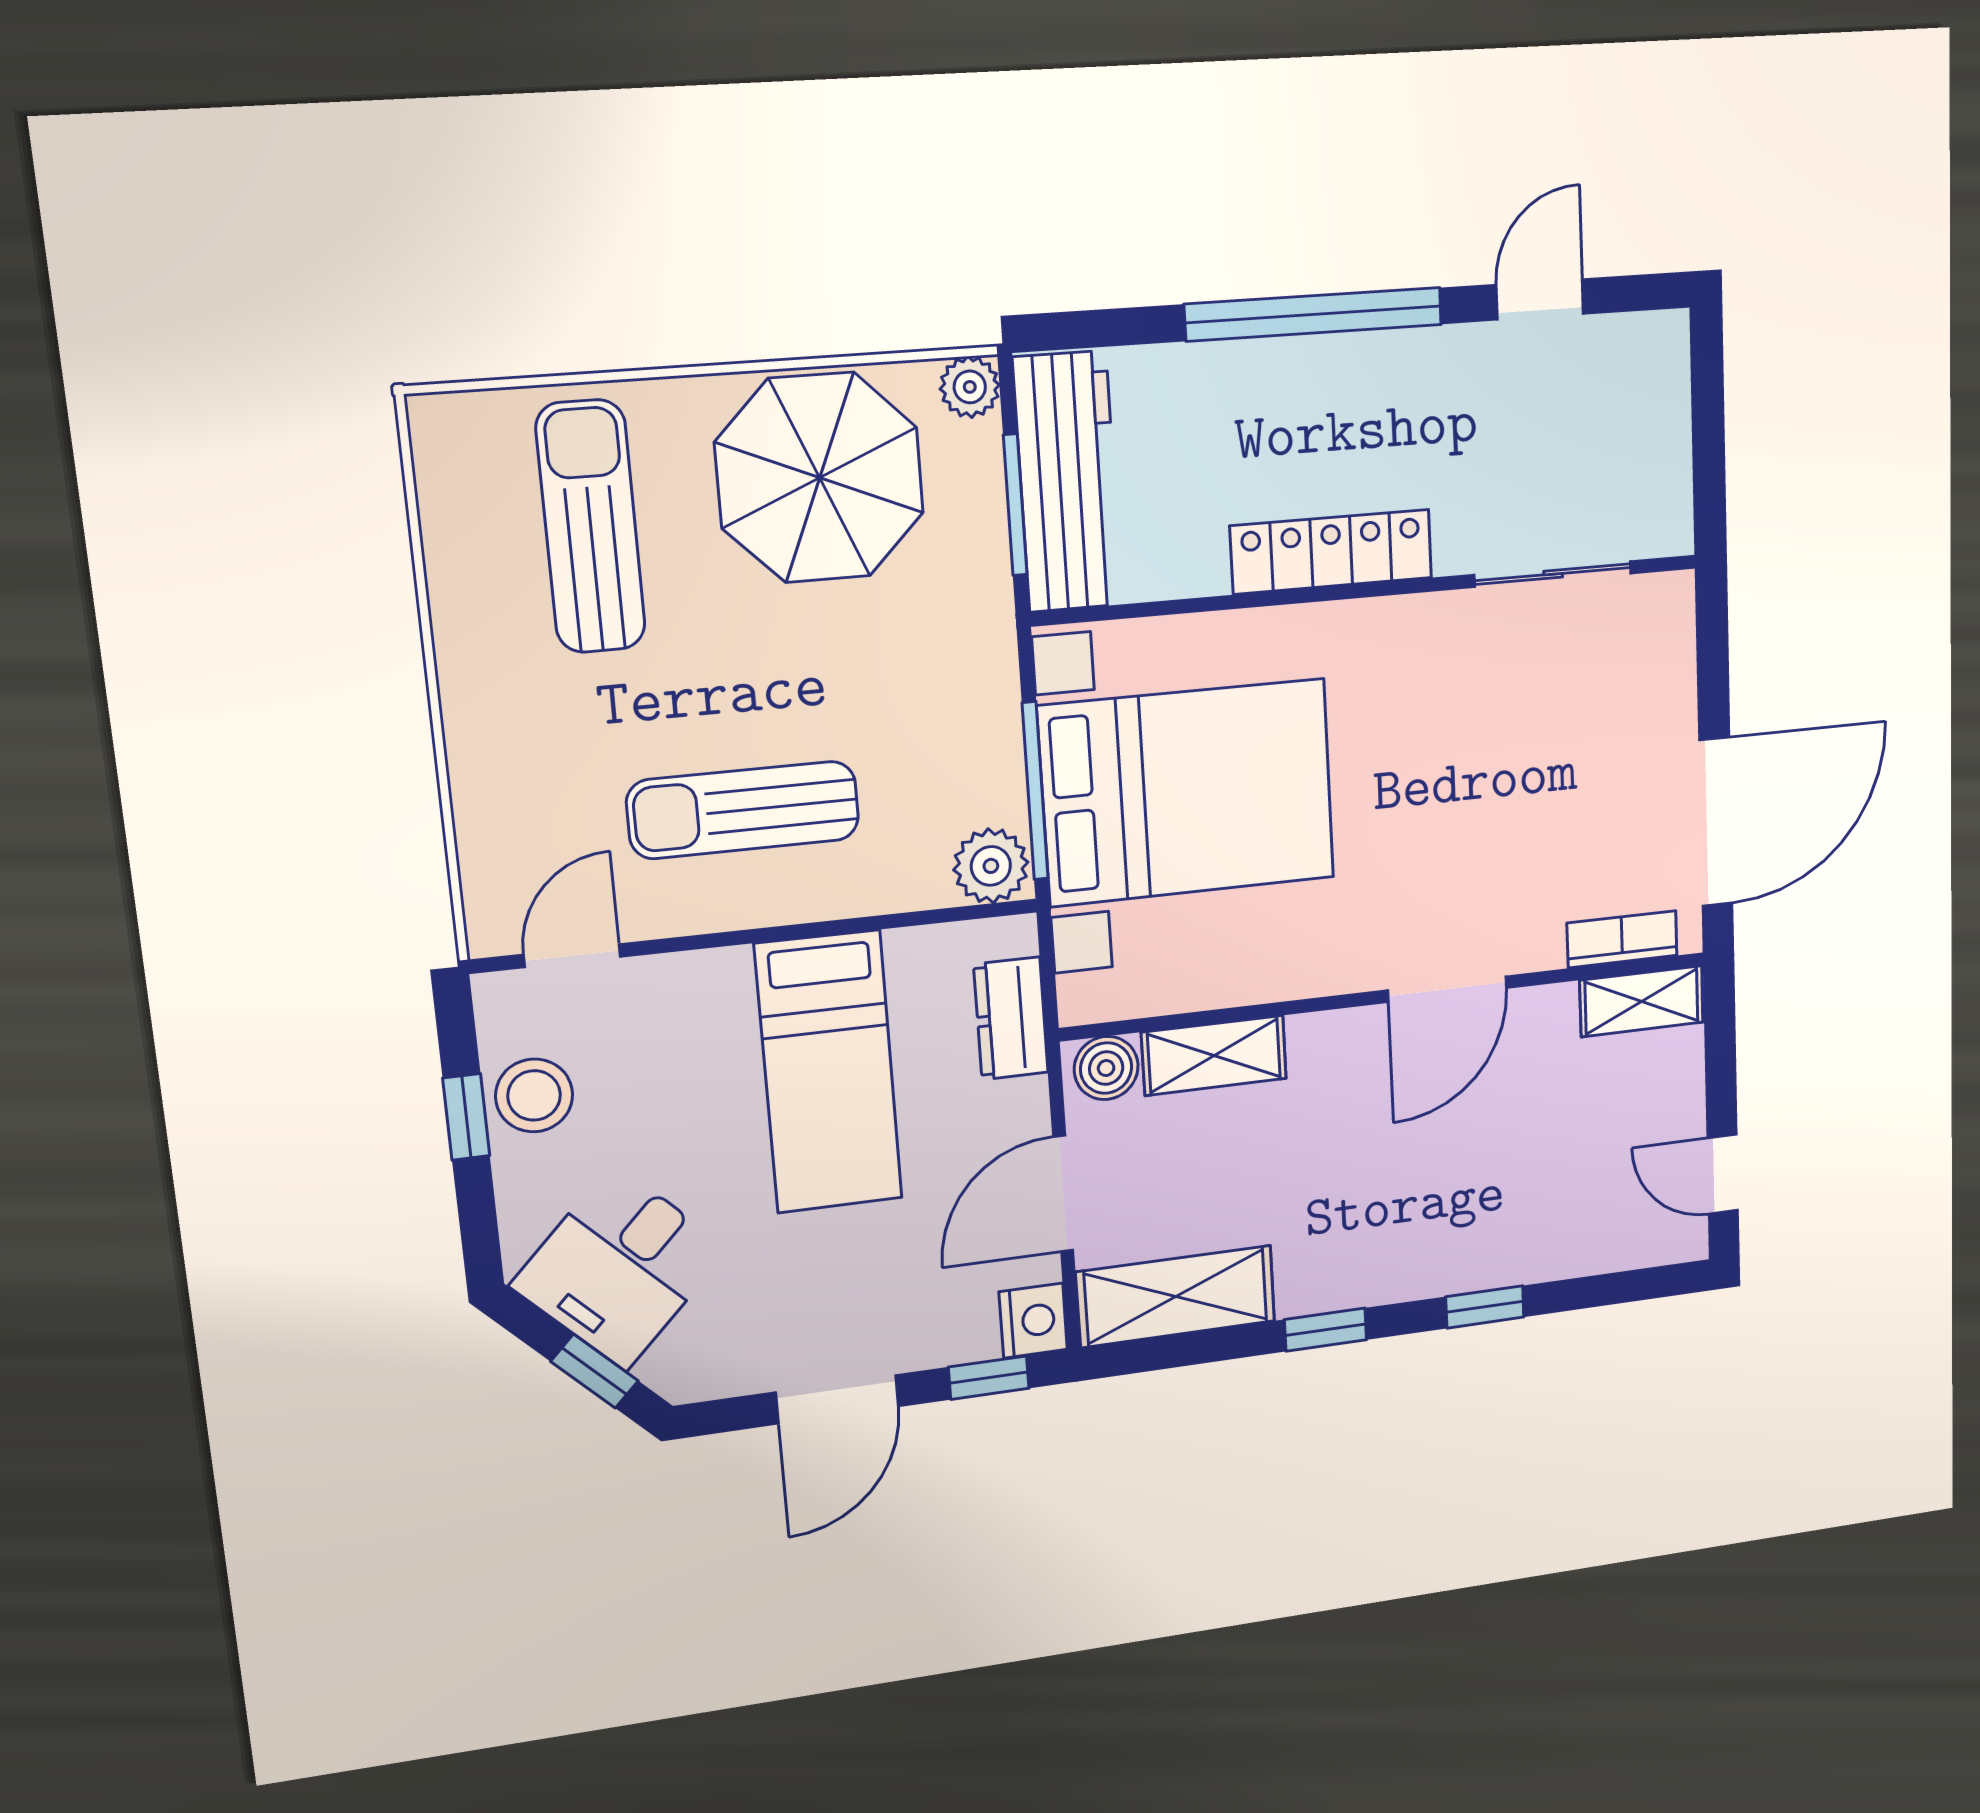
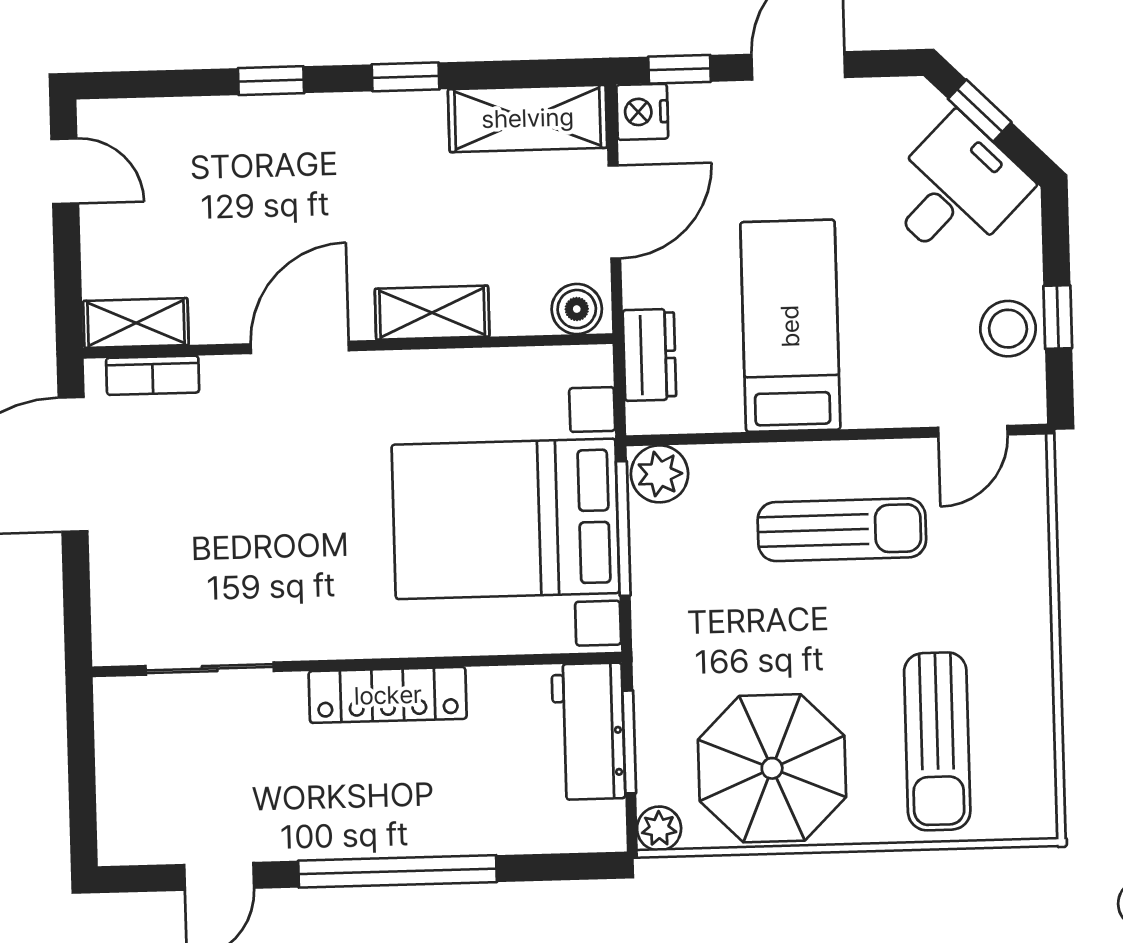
workbench: (1068, 482) -> (588, 731), width x0.73
shelving: (1214, 1055) -> (432, 313), moved

